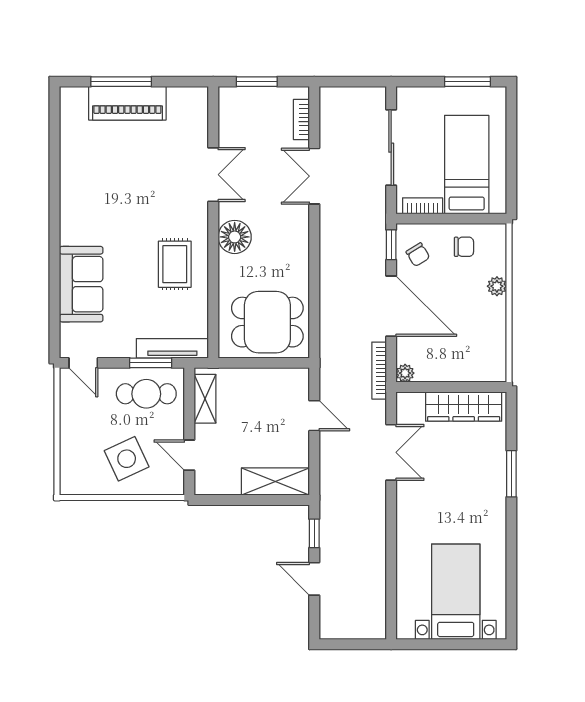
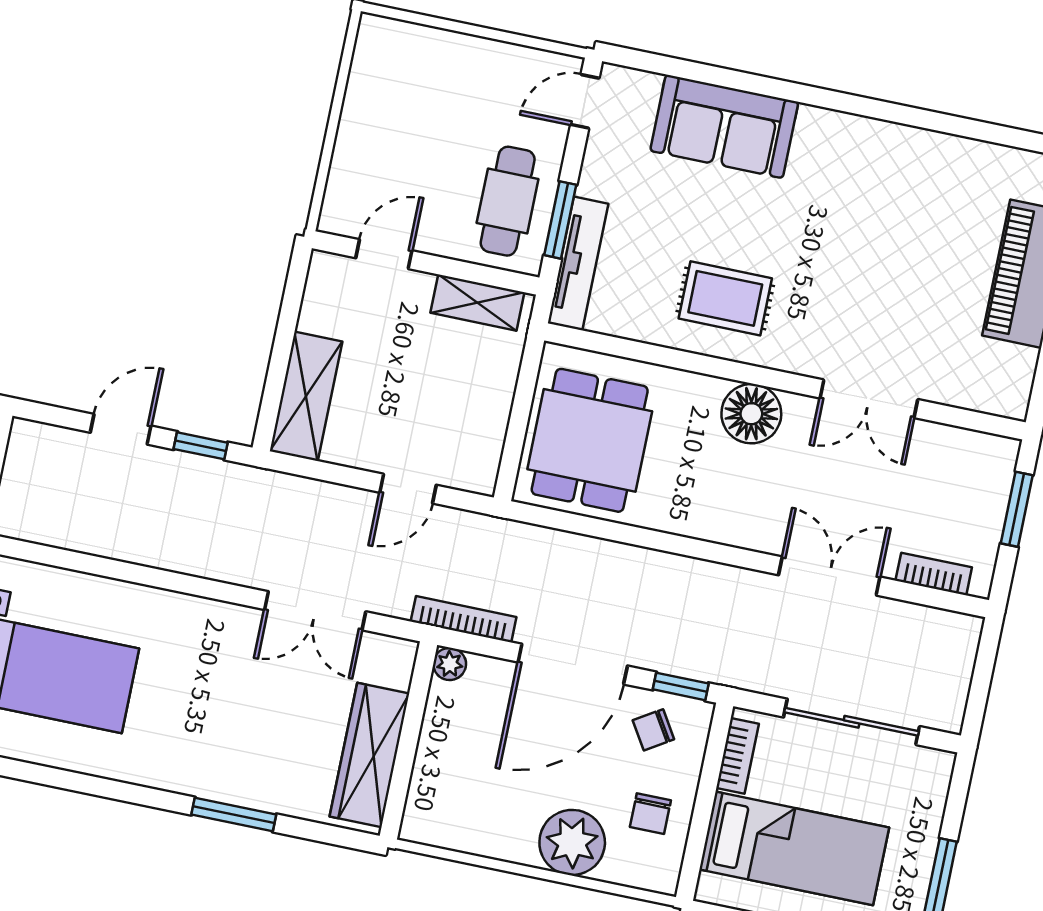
plant: (497, 286) -> (572, 842), width x1.88, depth x1.88
side table: (127, 459) -> (400, 143), removed

